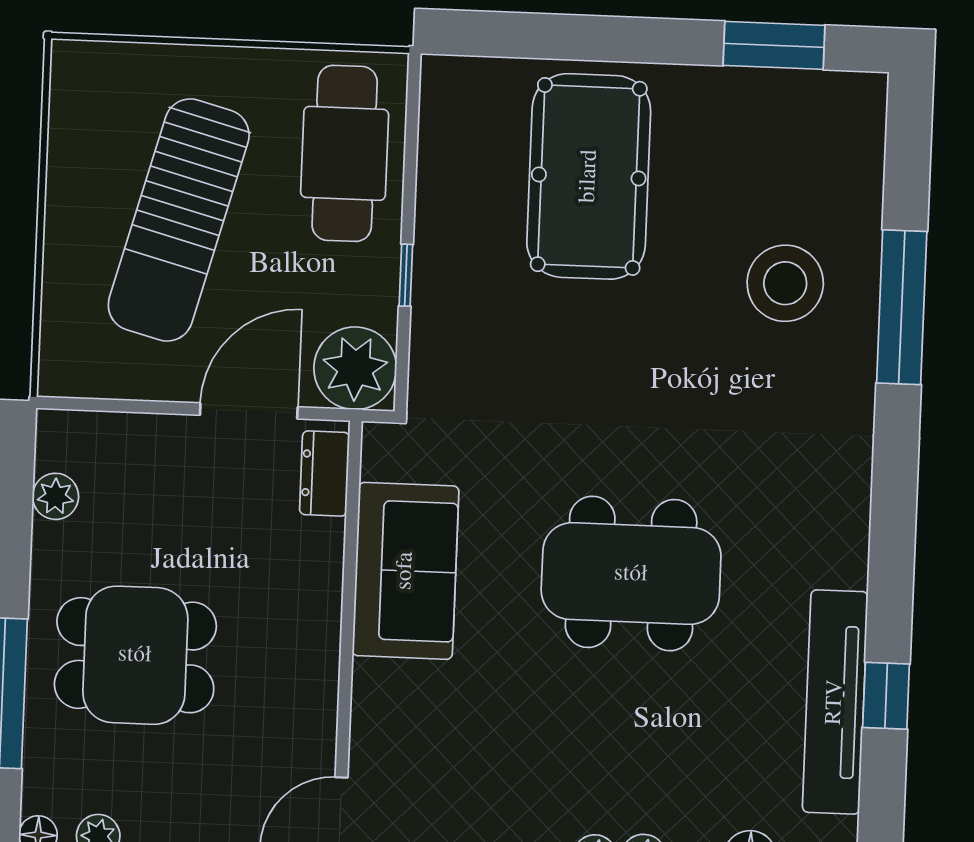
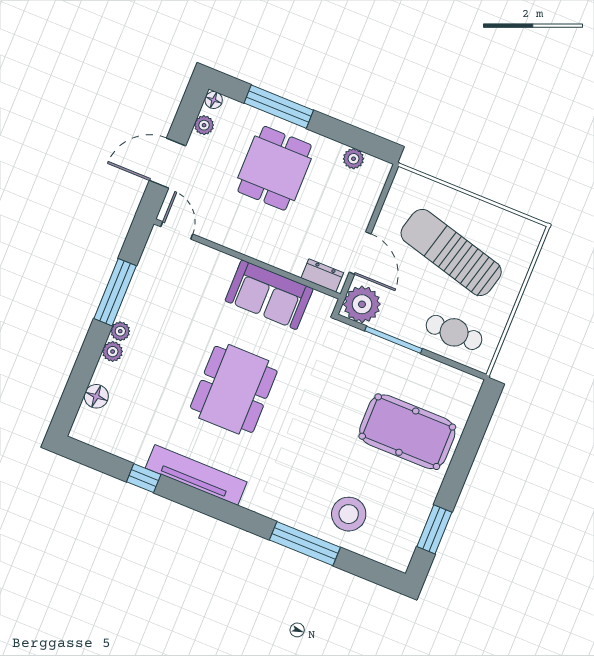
cafe table: (345, 153) -> (454, 332), width x0.73, depth x0.74
window: (406, 275) -> (393, 340), width x2.17
stool: (785, 283) -> (349, 514), moved
tv unit: (835, 702) -> (196, 475), moved

